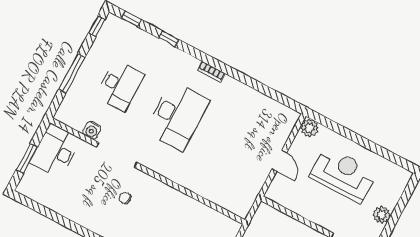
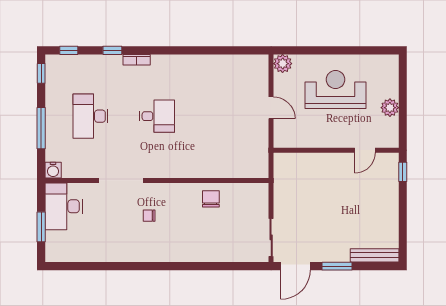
bookcase: (211, 72) -> (137, 60), moved
desk: (120, 86) -> (91, 116), turned 180
desk: (177, 116) -> (157, 116), width x0.53, depth x0.77
water cooler: (92, 130) -> (53, 170), moved
chair: (186, 212) -> (211, 199), added

